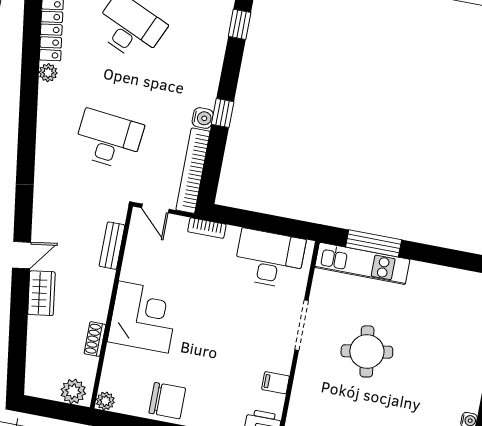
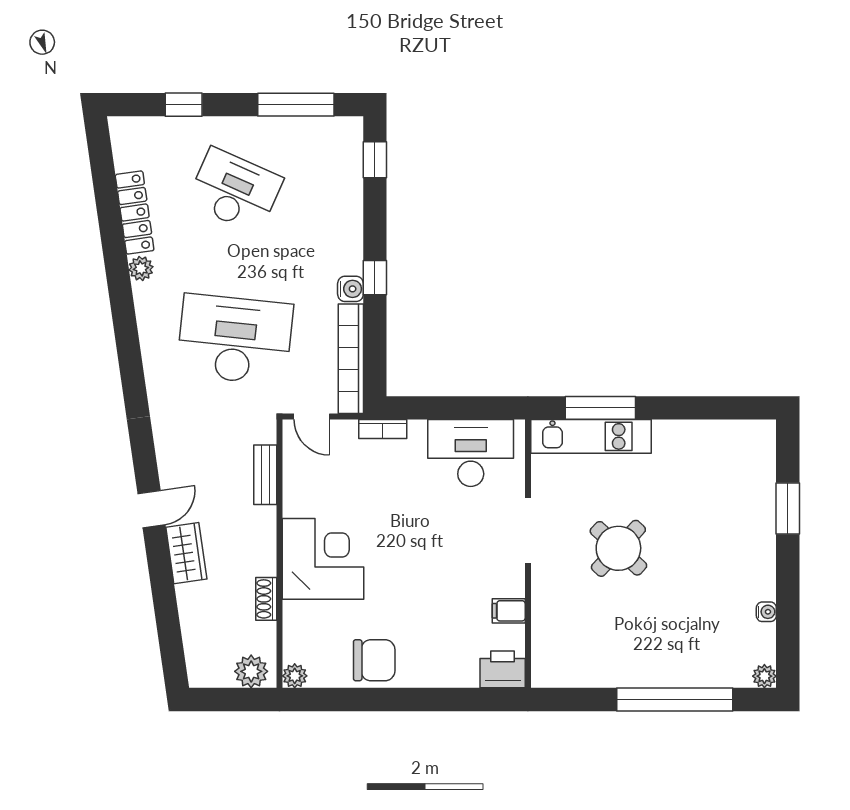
desk: (109, 139) -> (235, 339), width x1.36, depth x1.30
round table: (367, 351) -> (618, 548), turned -38

